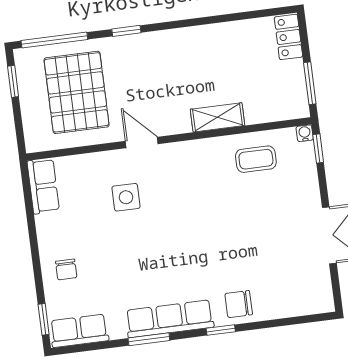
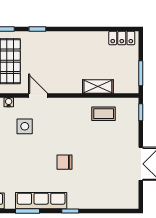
locker: (288, 37) -> (122, 38), moved, turned -90
shelving: (217, 117) -> (98, 86), moved
water cooler: (305, 133) -> (9, 102), moved
chair: (239, 304) -> (64, 162), moved

